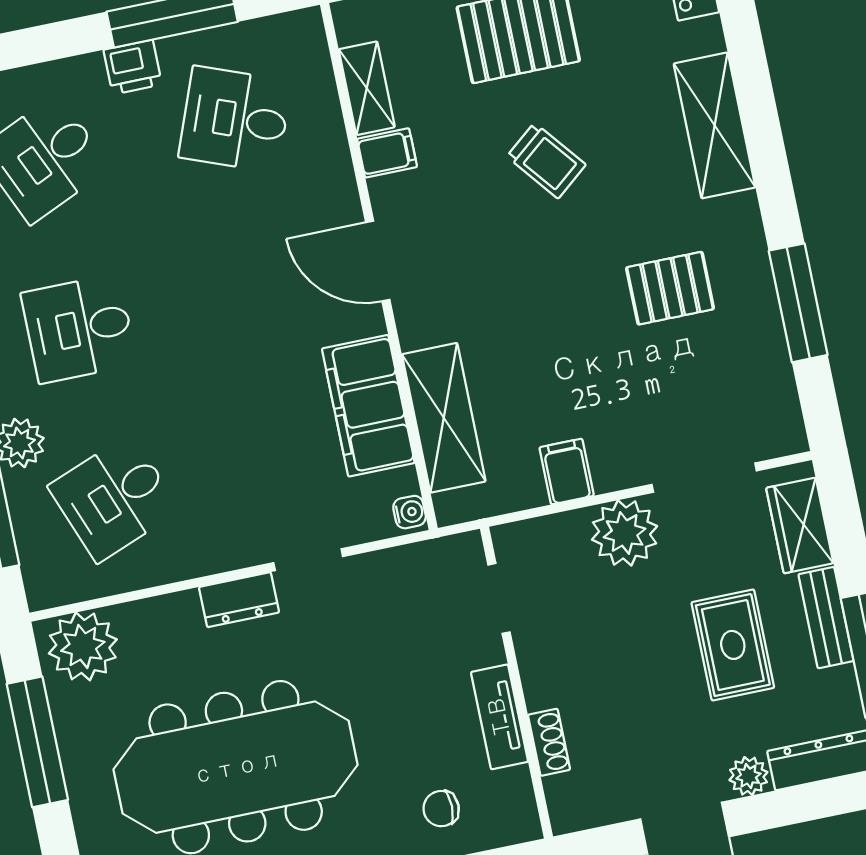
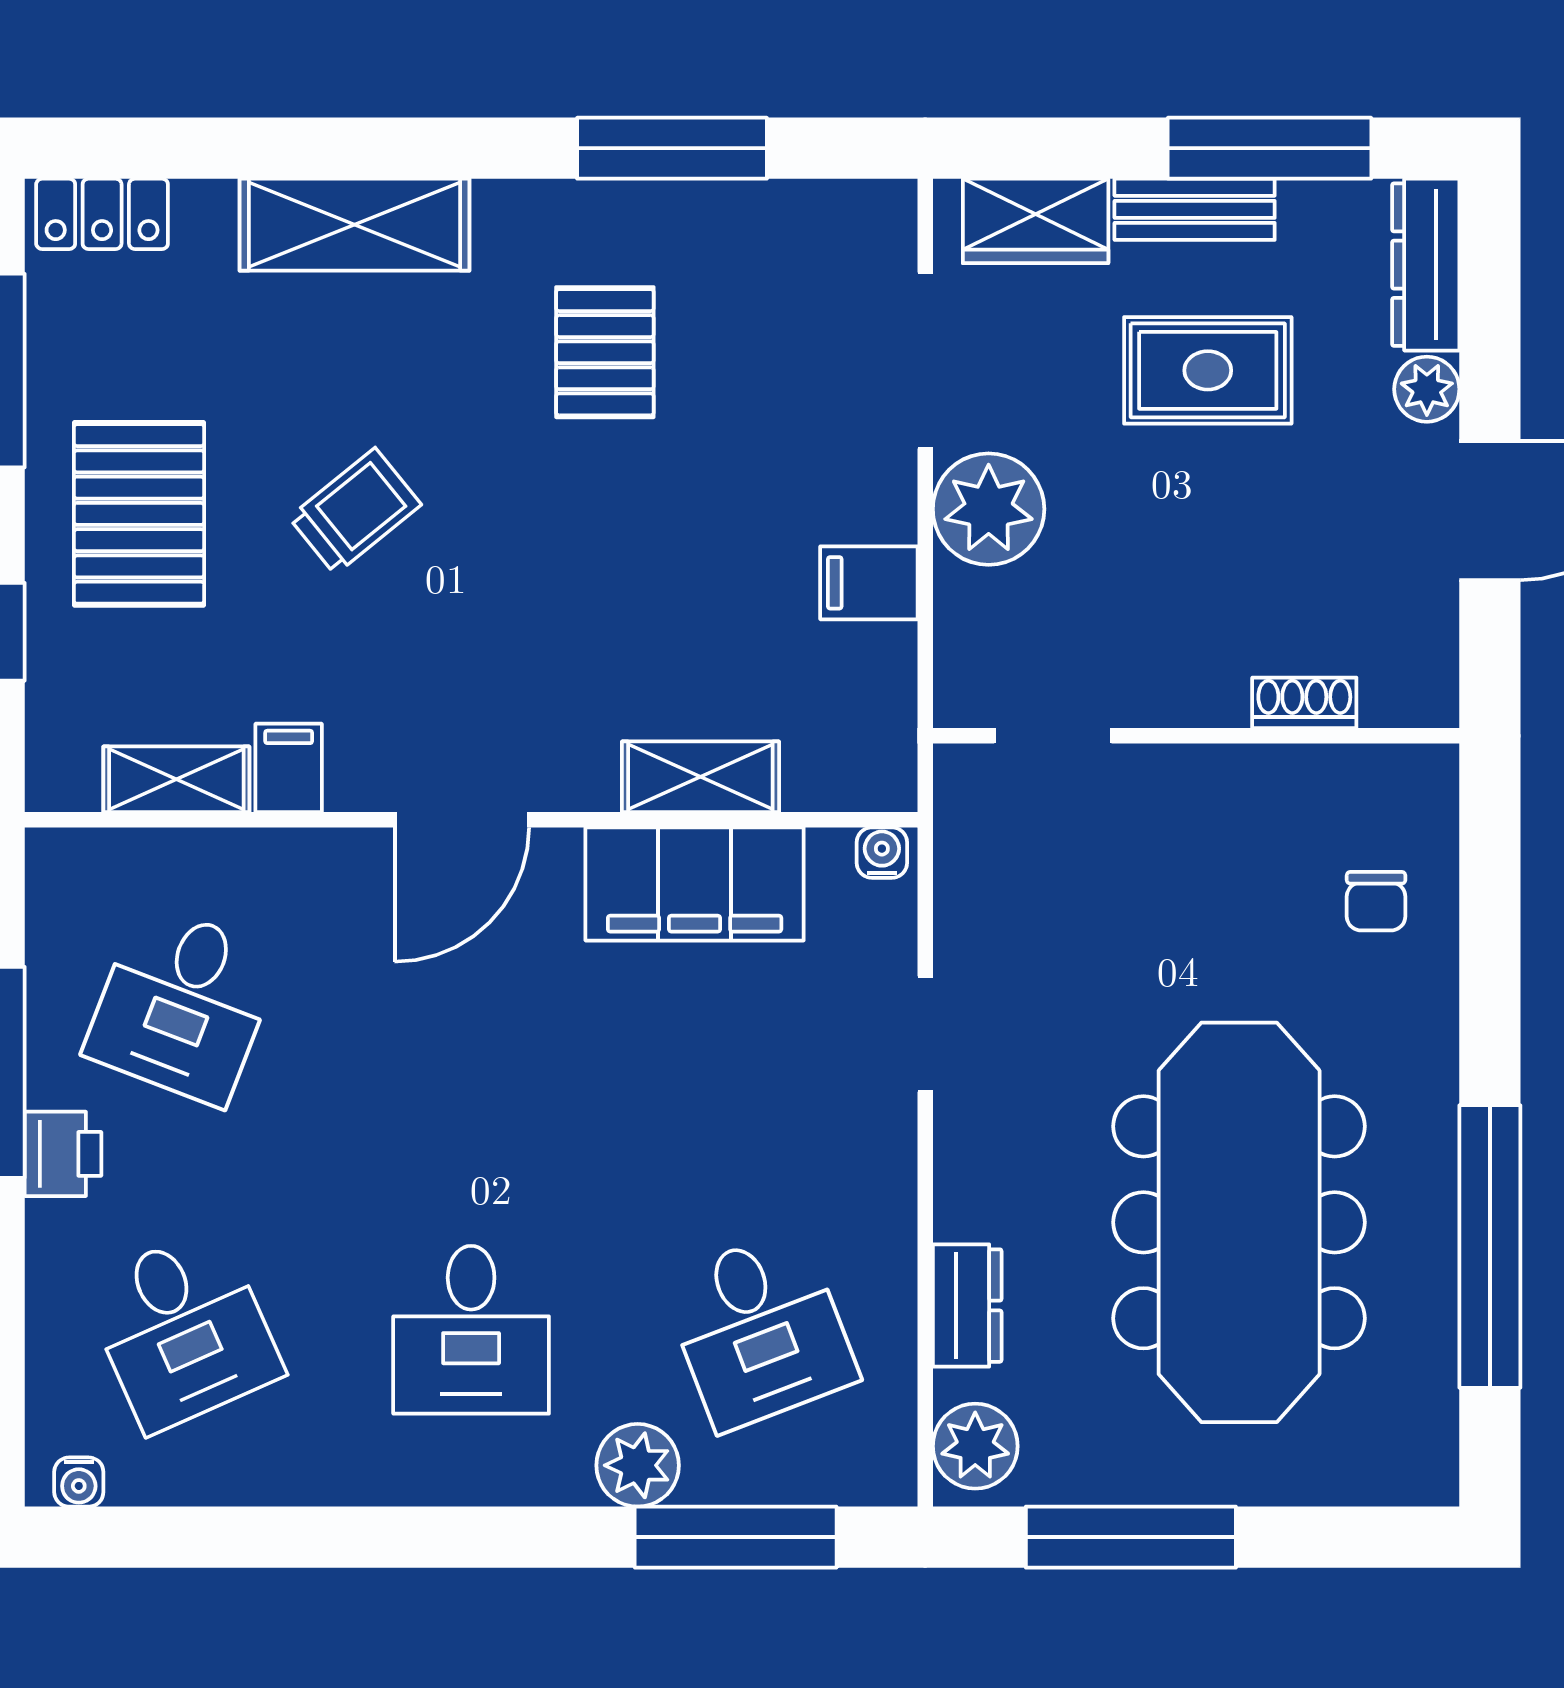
shelving: (444, 418) -> (700, 777), width x0.67, depth x0.75
dresser: (239, 600) -> (967, 1306), moved
plant: (83, 646) -> (975, 1446), width x0.73, depth x0.73
tv unit: (499, 717) -> (1246, 775), removed

